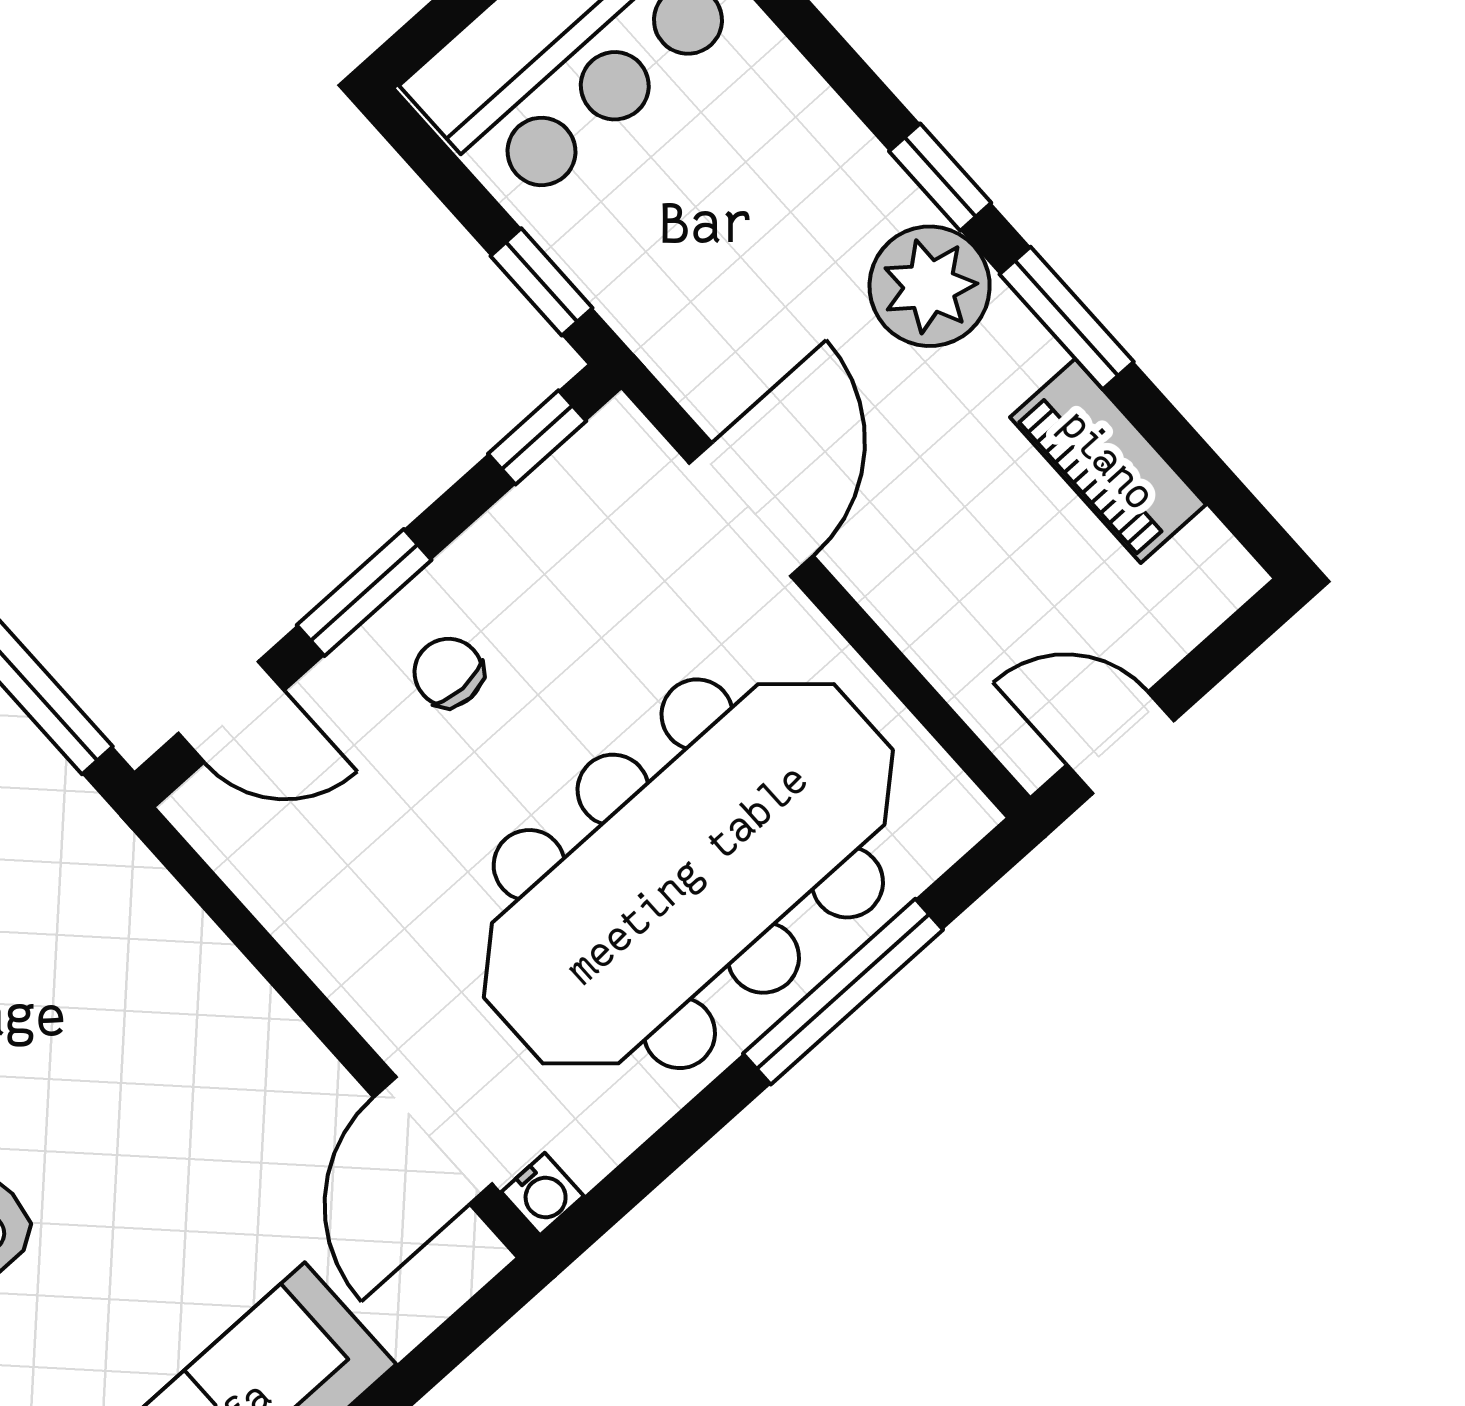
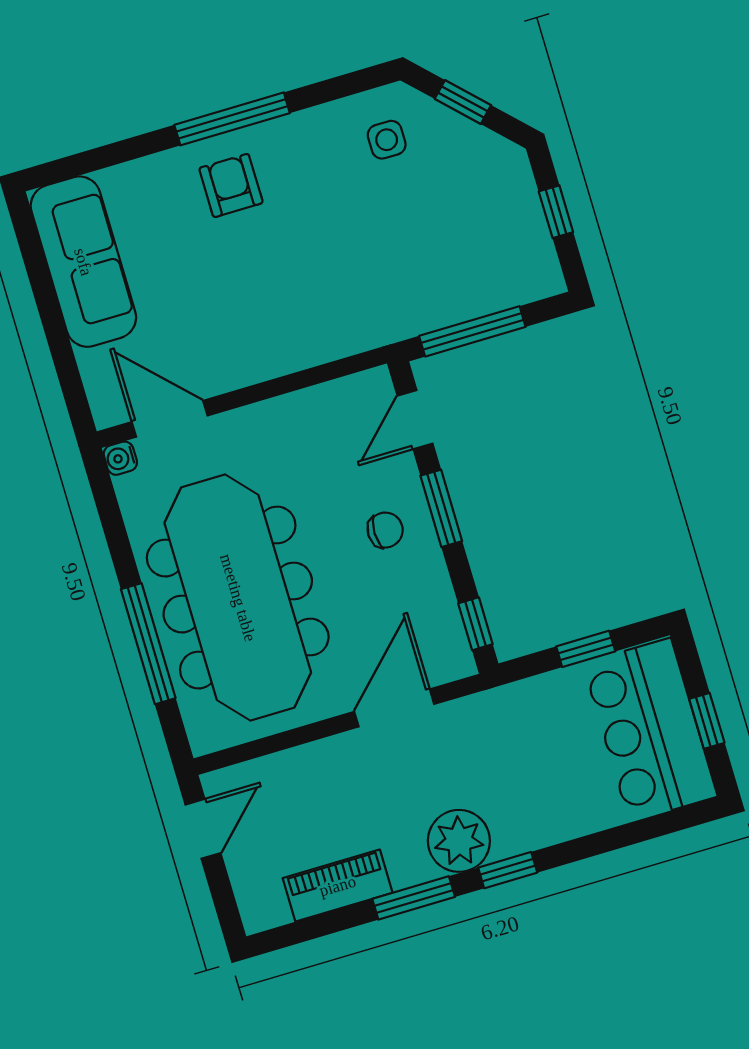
window: (542, 282) -> (586, 649), moved
door: (751, 509) -> (394, 708), swing flipped

